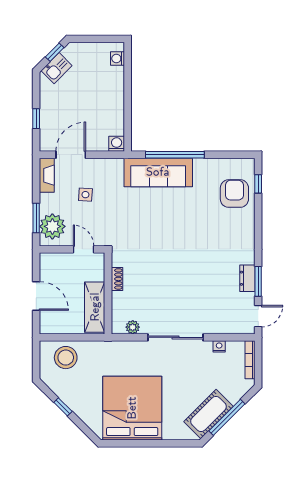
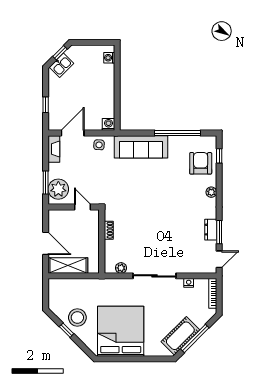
window: (175, 155) -> (177, 133), moved
side table: (85, 195) -> (99, 145), moved
plant: (248, 230) -> (211, 192), added
shelving: (95, 307) -> (68, 265), moved, turned 90
stool: (66, 358) -> (77, 317), moved

